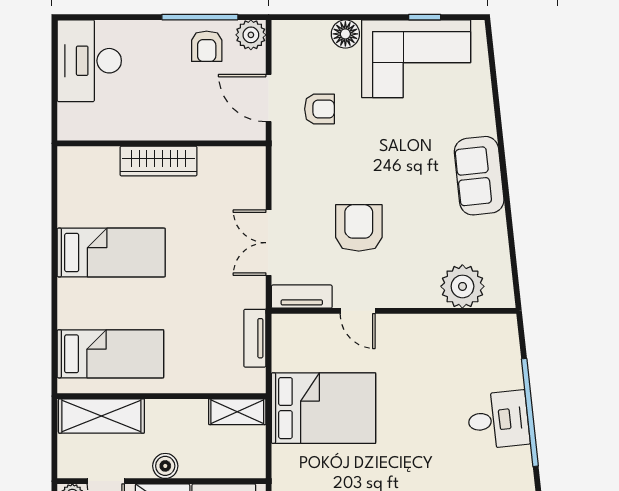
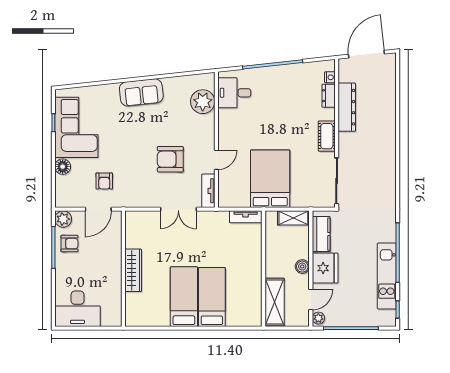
armchair: (319, 109) -> (104, 181), turned 180
tv unit: (255, 338) -> (246, 217), moved
bed: (110, 354) -> (212, 297), moved
shelving: (237, 412) -> (293, 218), moved, turned 90
desk: (498, 420) -> (234, 93), moved, turned -84

